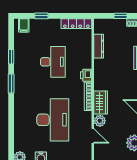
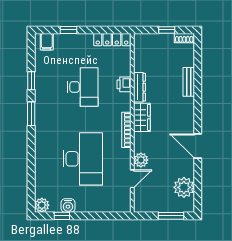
dresser: (99, 46) -> (139, 87), moved
printer: (86, 75) -> (124, 84), moved
wardrobe: (101, 102) -> (142, 117), moved
door: (93, 136) -> (132, 179), hinge flipped

